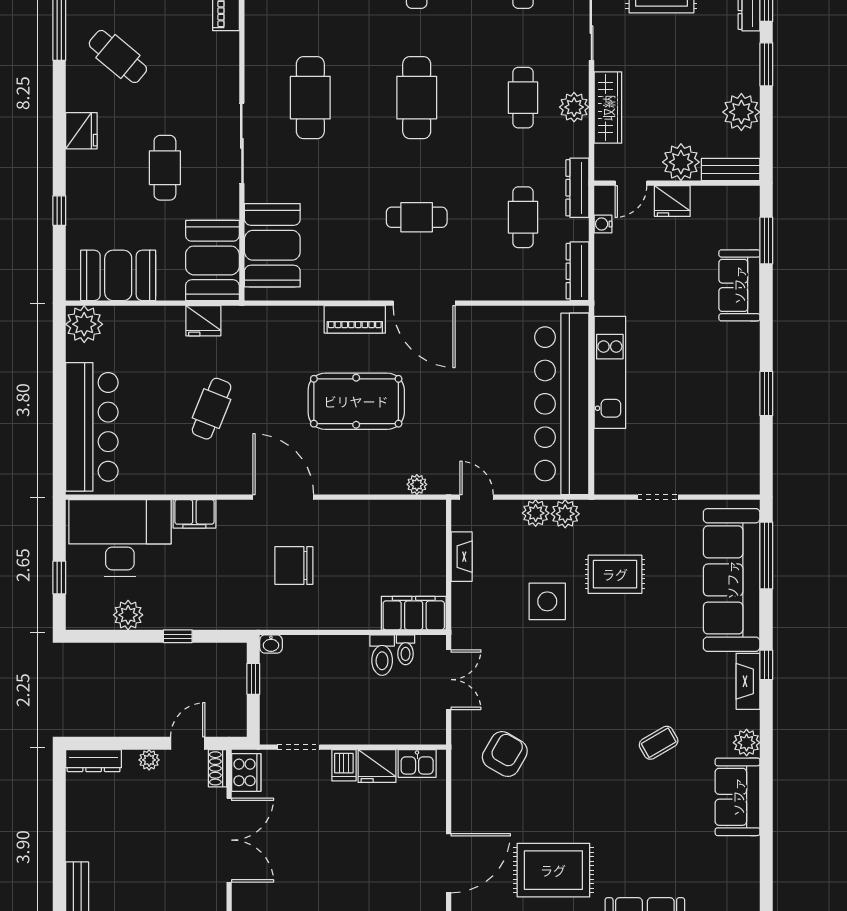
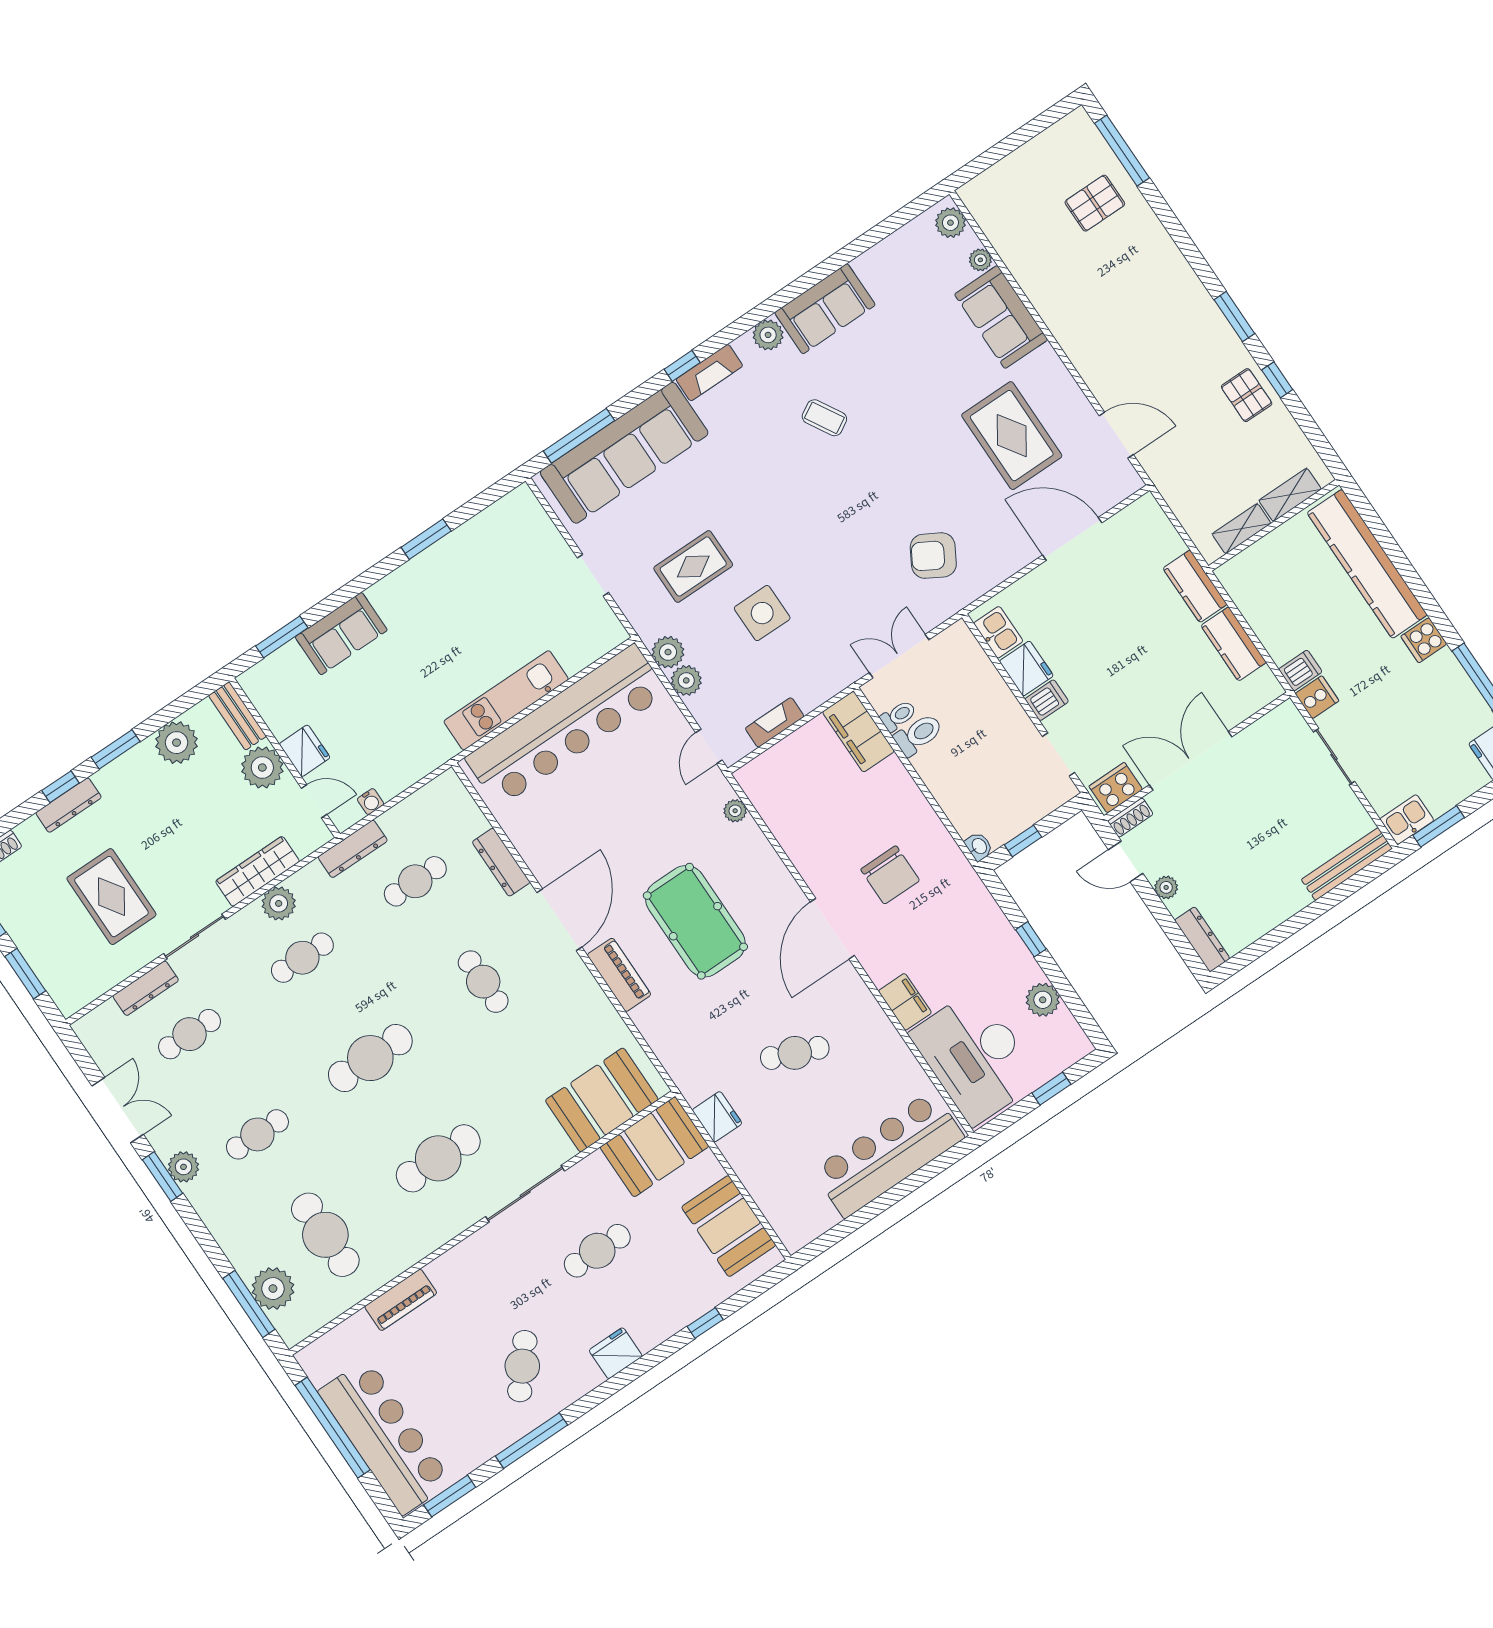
dresser: (577, 271) -> (501, 862), moved, turned 90
plant: (84, 324) -> (796, 1227), removed
rug: (615, 574) -> (693, 566), turned 90

